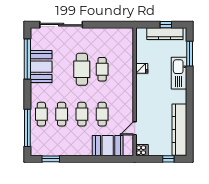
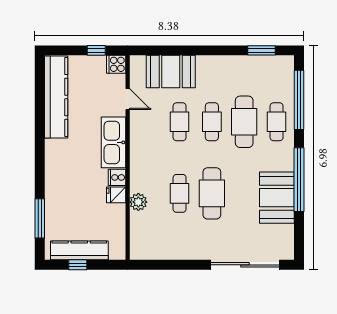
window: (27, 59) -> (299, 180), moved
plant: (128, 64) -> (138, 202), added
kitchen sink: (179, 73) -> (114, 142), moved, turned 180
cooker: (141, 79) -> (117, 177), added
cafe table: (62, 114) -> (244, 122), width x1.37, depth x1.35
door: (135, 128) -> (128, 99), hinge flipped
window: (168, 159) -> (96, 50), moved

